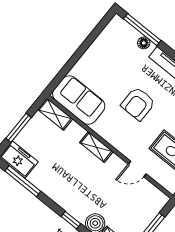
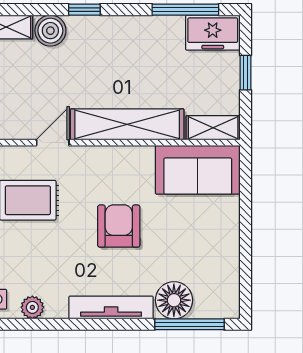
floor lamp: (144, 43) -> (174, 300), width x1.89, depth x1.89
window: (18, 128) -> (246, 73), width x0.67
shelving: (96, 147) -> (127, 124), width x2.20, depth x1.33

